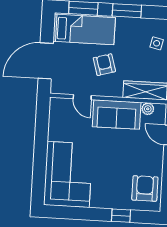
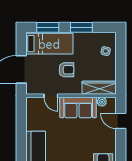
armchair: (104, 65) -> (66, 70), turned 106

